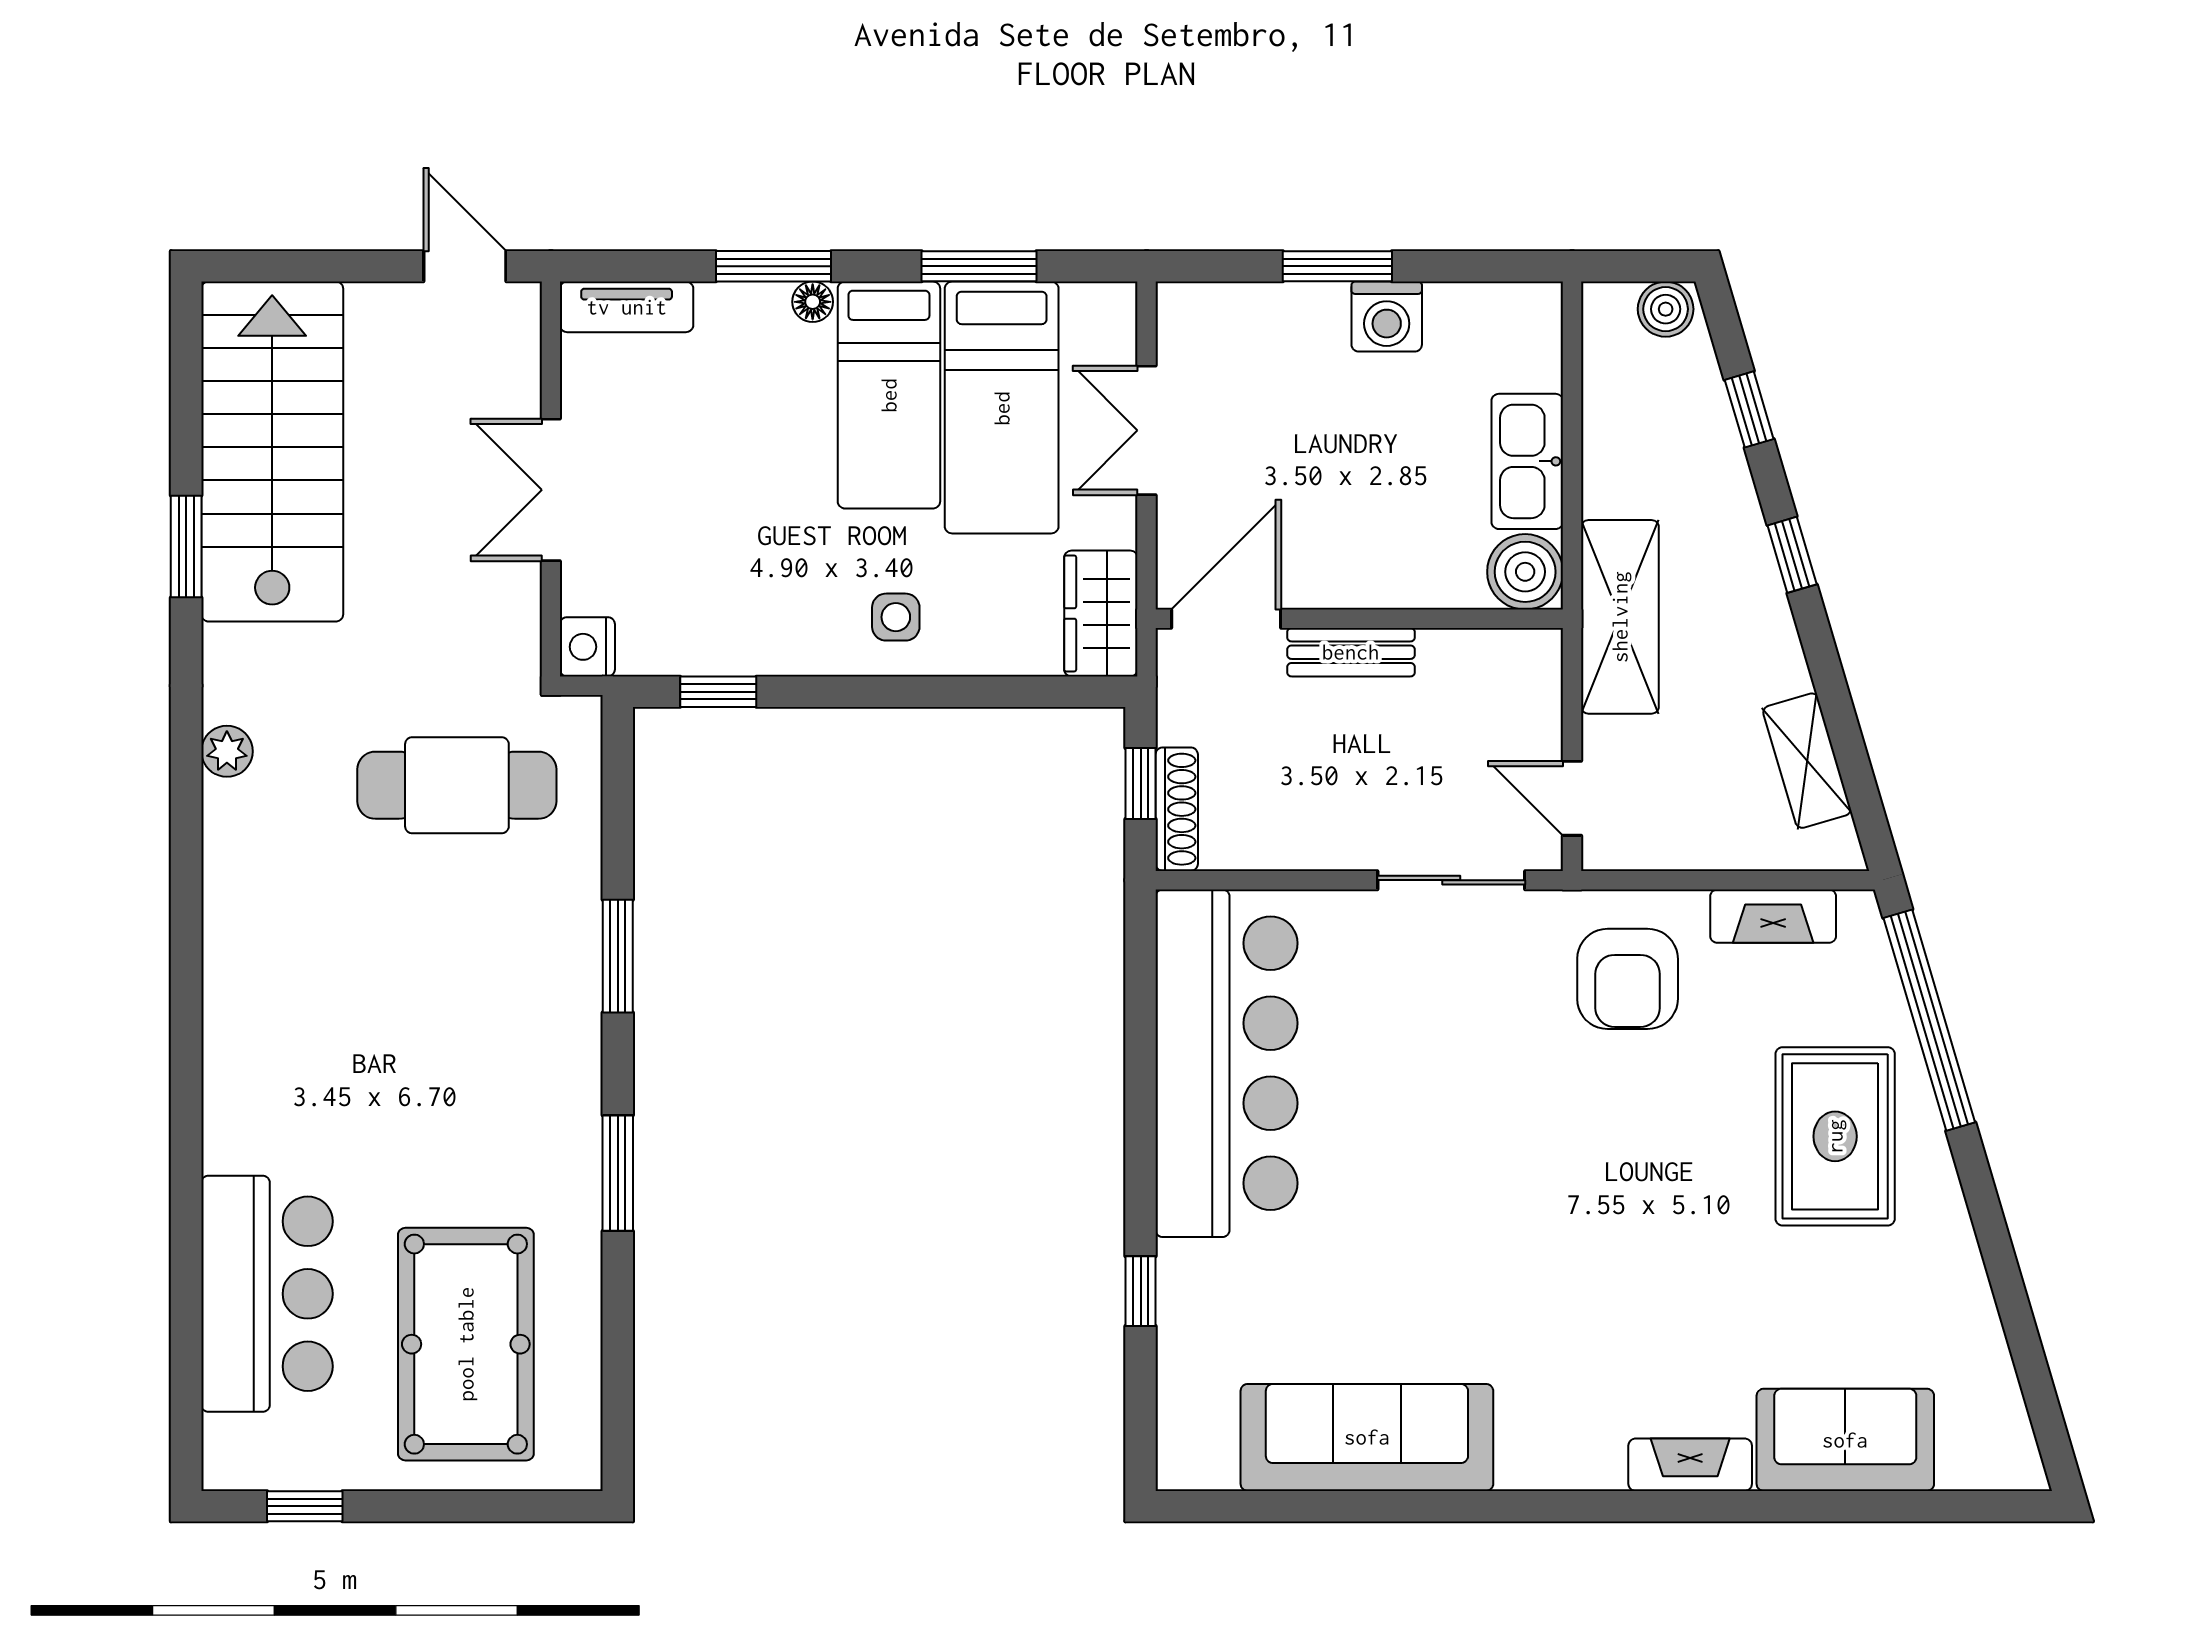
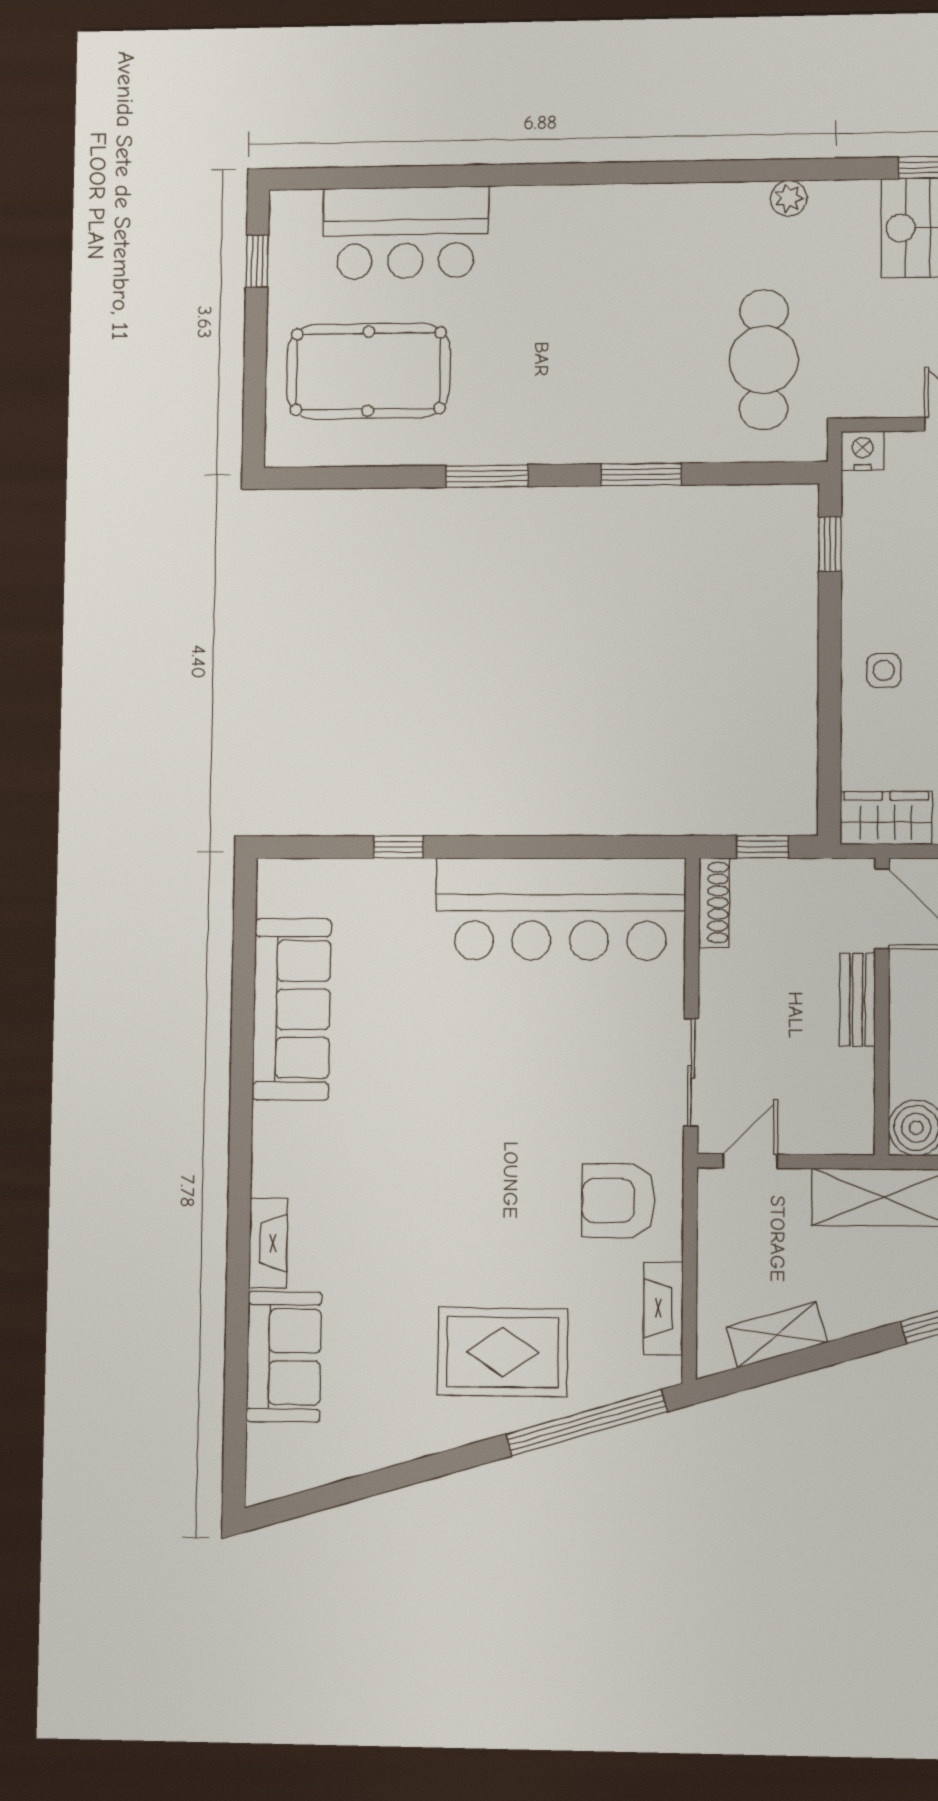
shoe rack: (1177, 809) -> (714, 903), moved, turned -90

